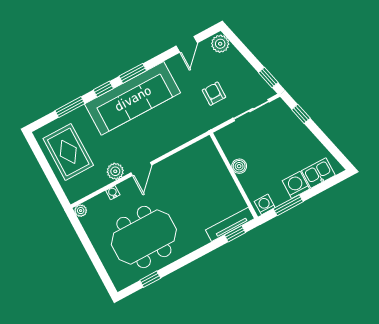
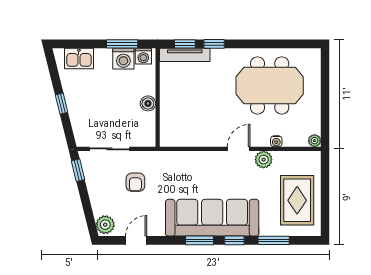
window: (301, 114) -> (62, 104), moved
washing machine: (296, 185) -> (123, 59), moved
window: (150, 279) -> (214, 44), moved

